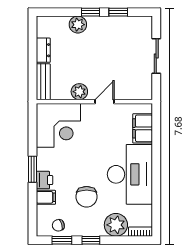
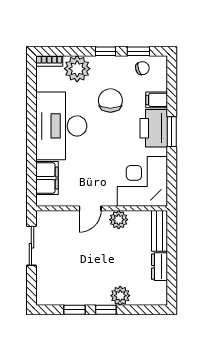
sliding door: (156, 56) -> (31, 246), moved
printer: (44, 180) -> (154, 128), width x1.87, depth x1.48

